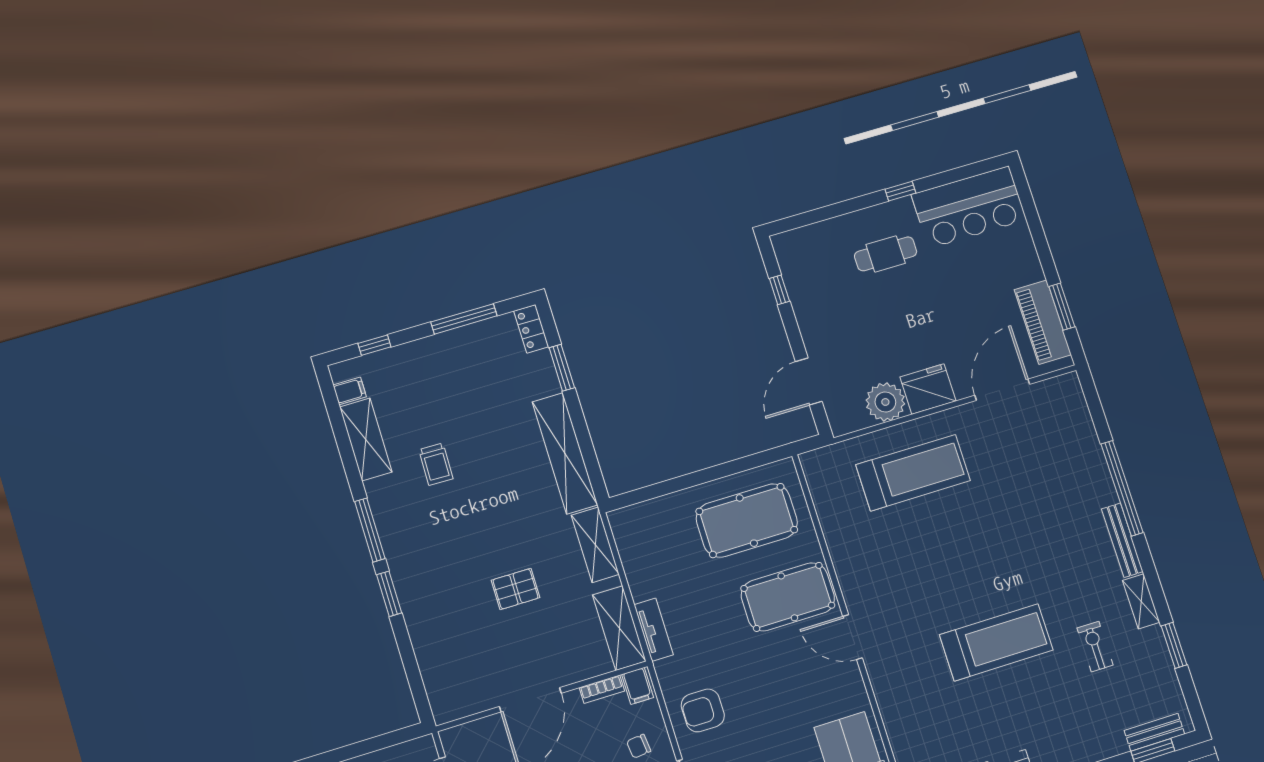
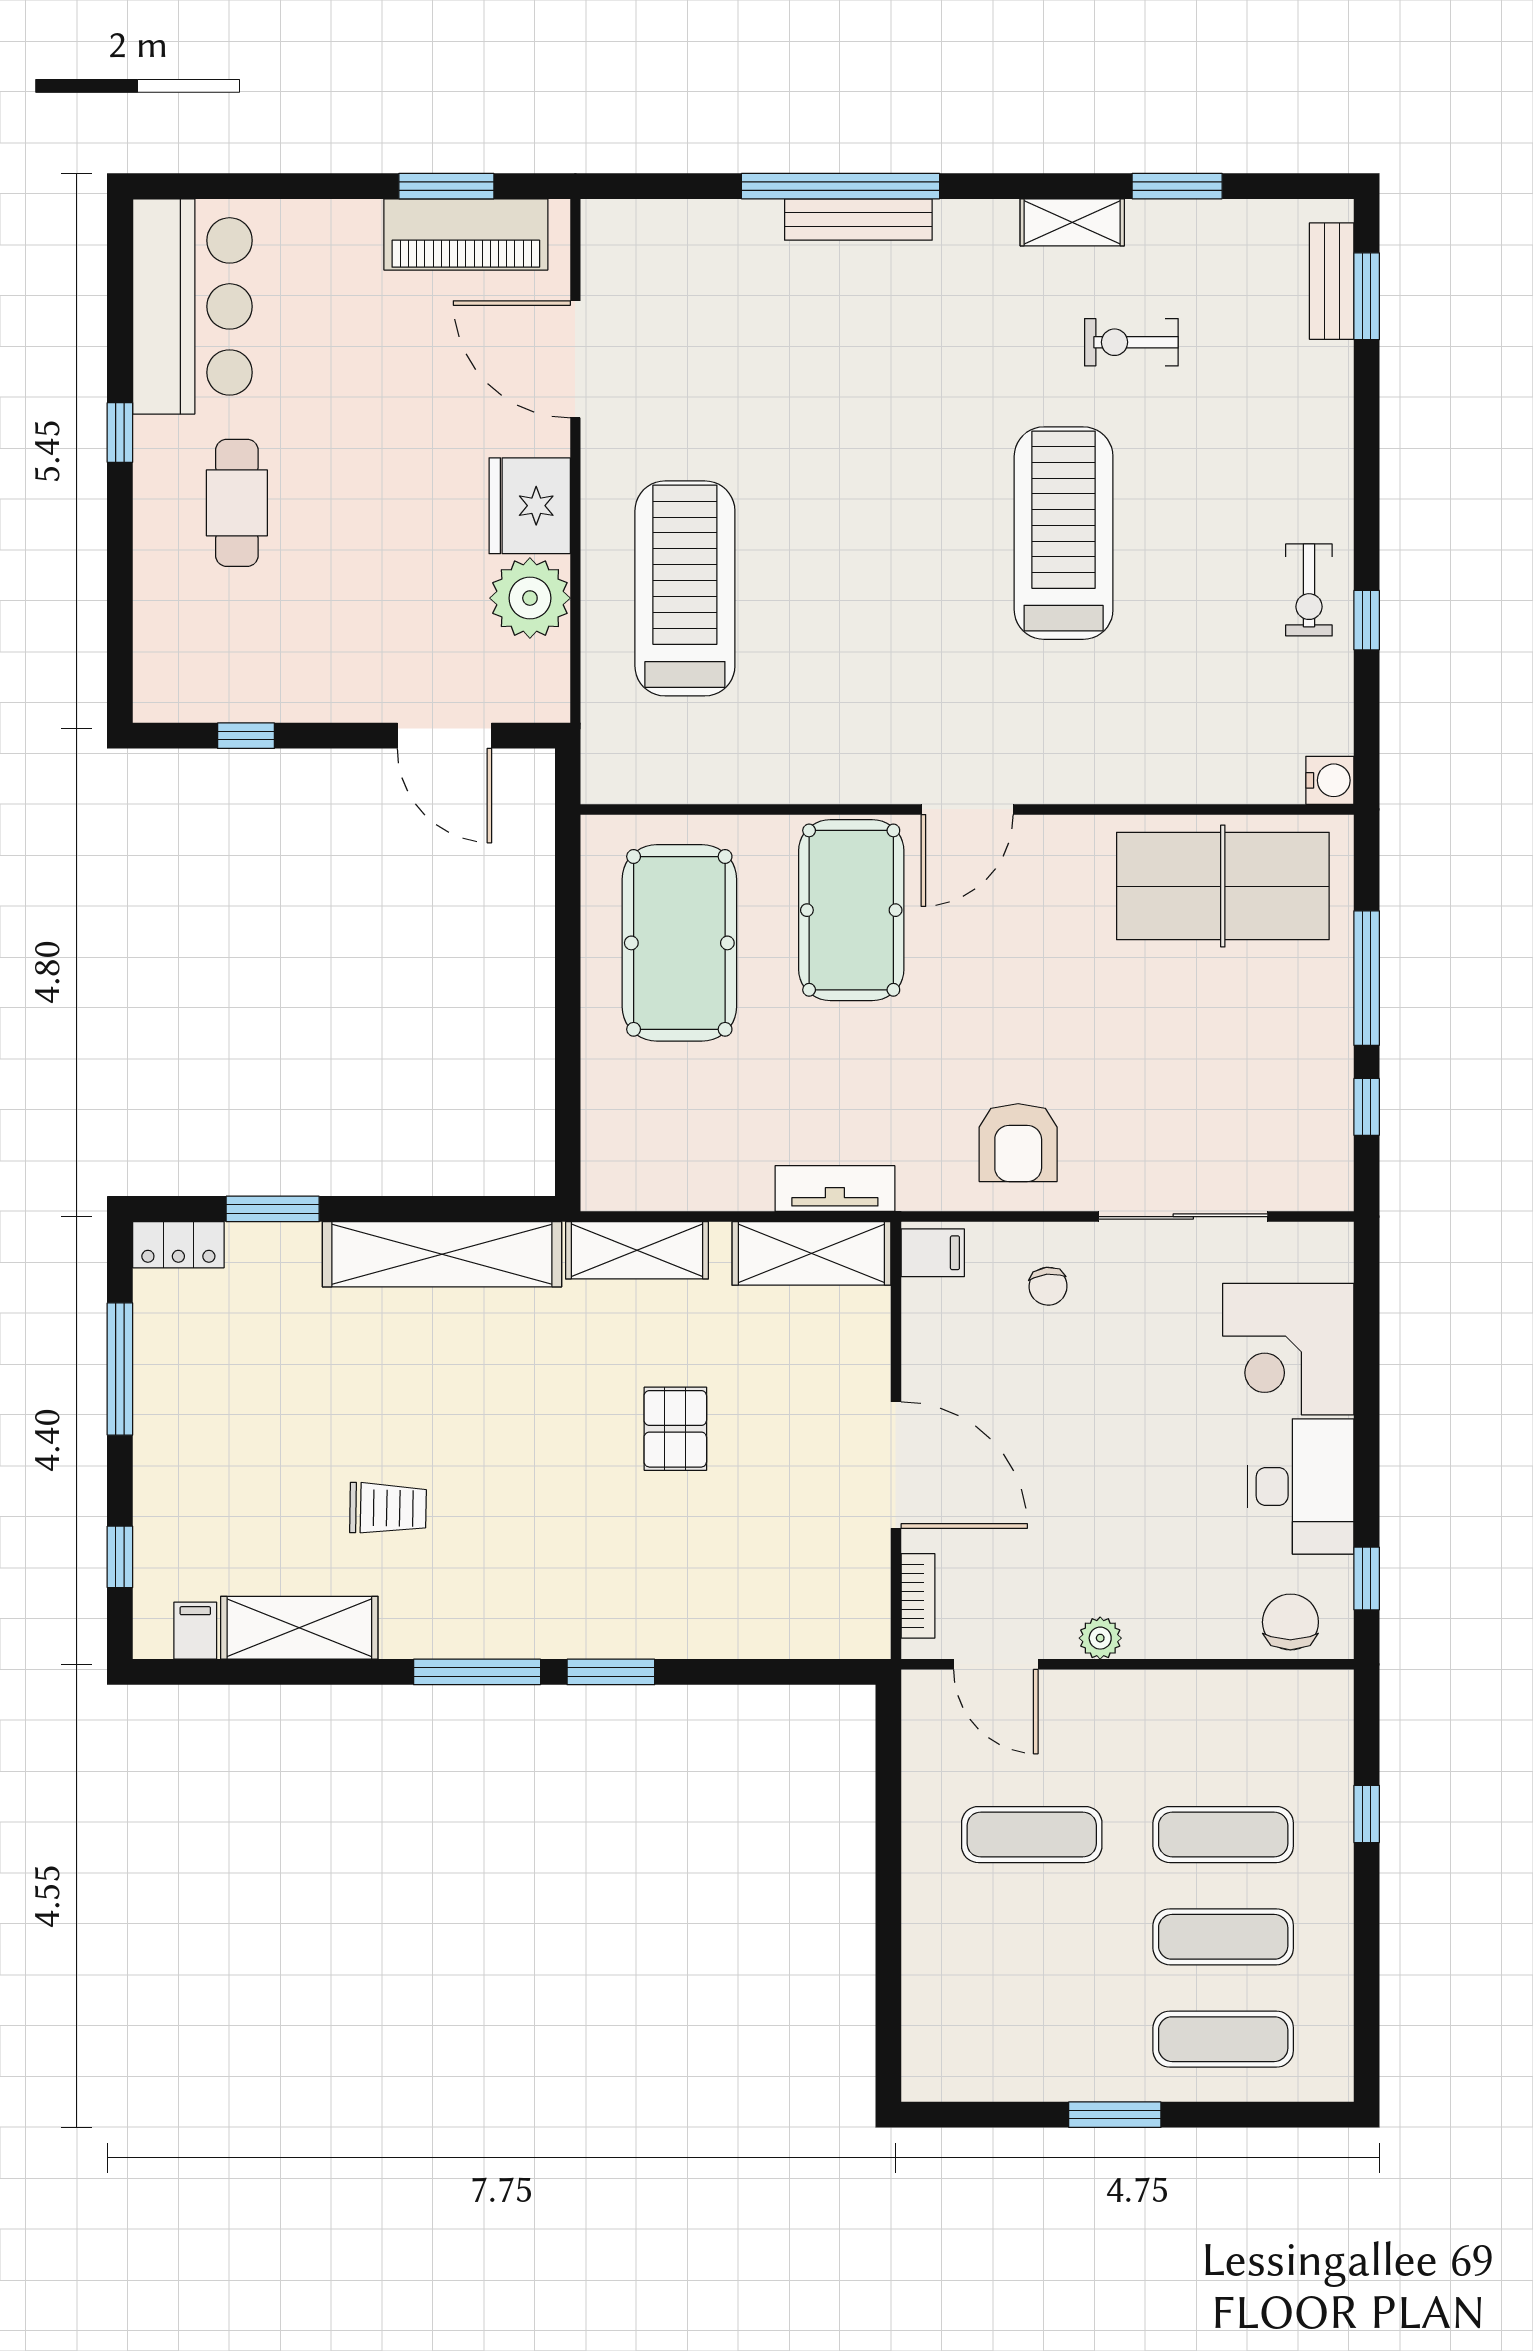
bench: (1122, 540) -> (858, 220), moved
bookcase: (602, 689) -> (918, 1596), moved

